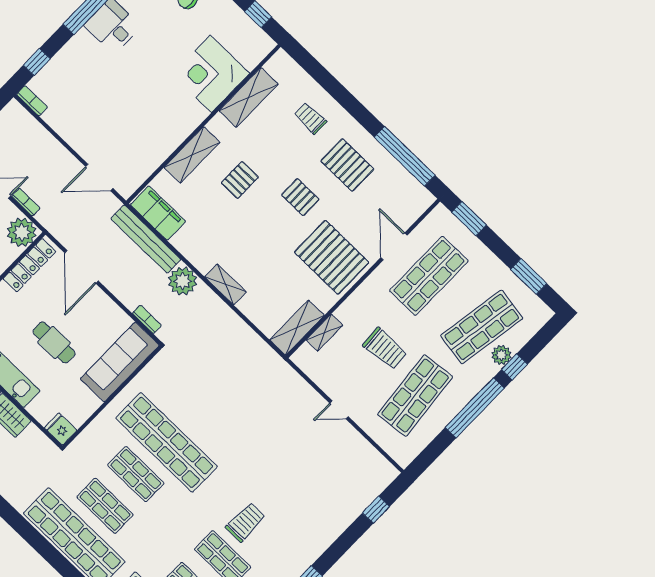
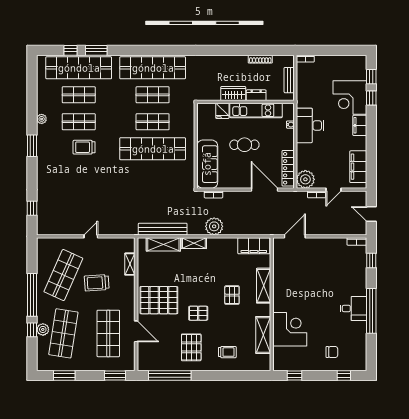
pallet: (347, 165) -> (191, 347), turned 90
bench: (146, 239) -> (163, 229), moved
shelving: (297, 328) -> (163, 244), moved, turned 90
shop shelf: (415, 396) -> (63, 275), turned 30
fridge: (61, 429) -> (222, 111), moved, turned 90
trolley: (245, 522) -> (84, 147), turned 90

